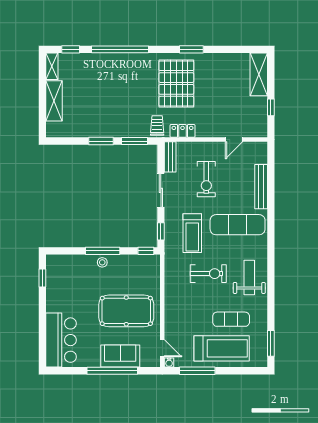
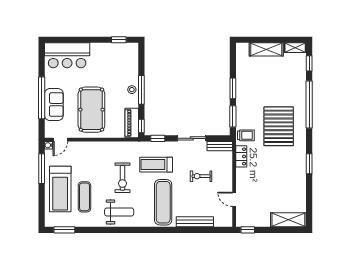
pallet: (176, 83) -> (279, 126), moved, turned 90
window: (271, 107) -> (248, 230), moved
exercise bike: (206, 179) -> (201, 176), width x0.73, depth x0.72
piano: (142, 262) -> (132, 123), added

